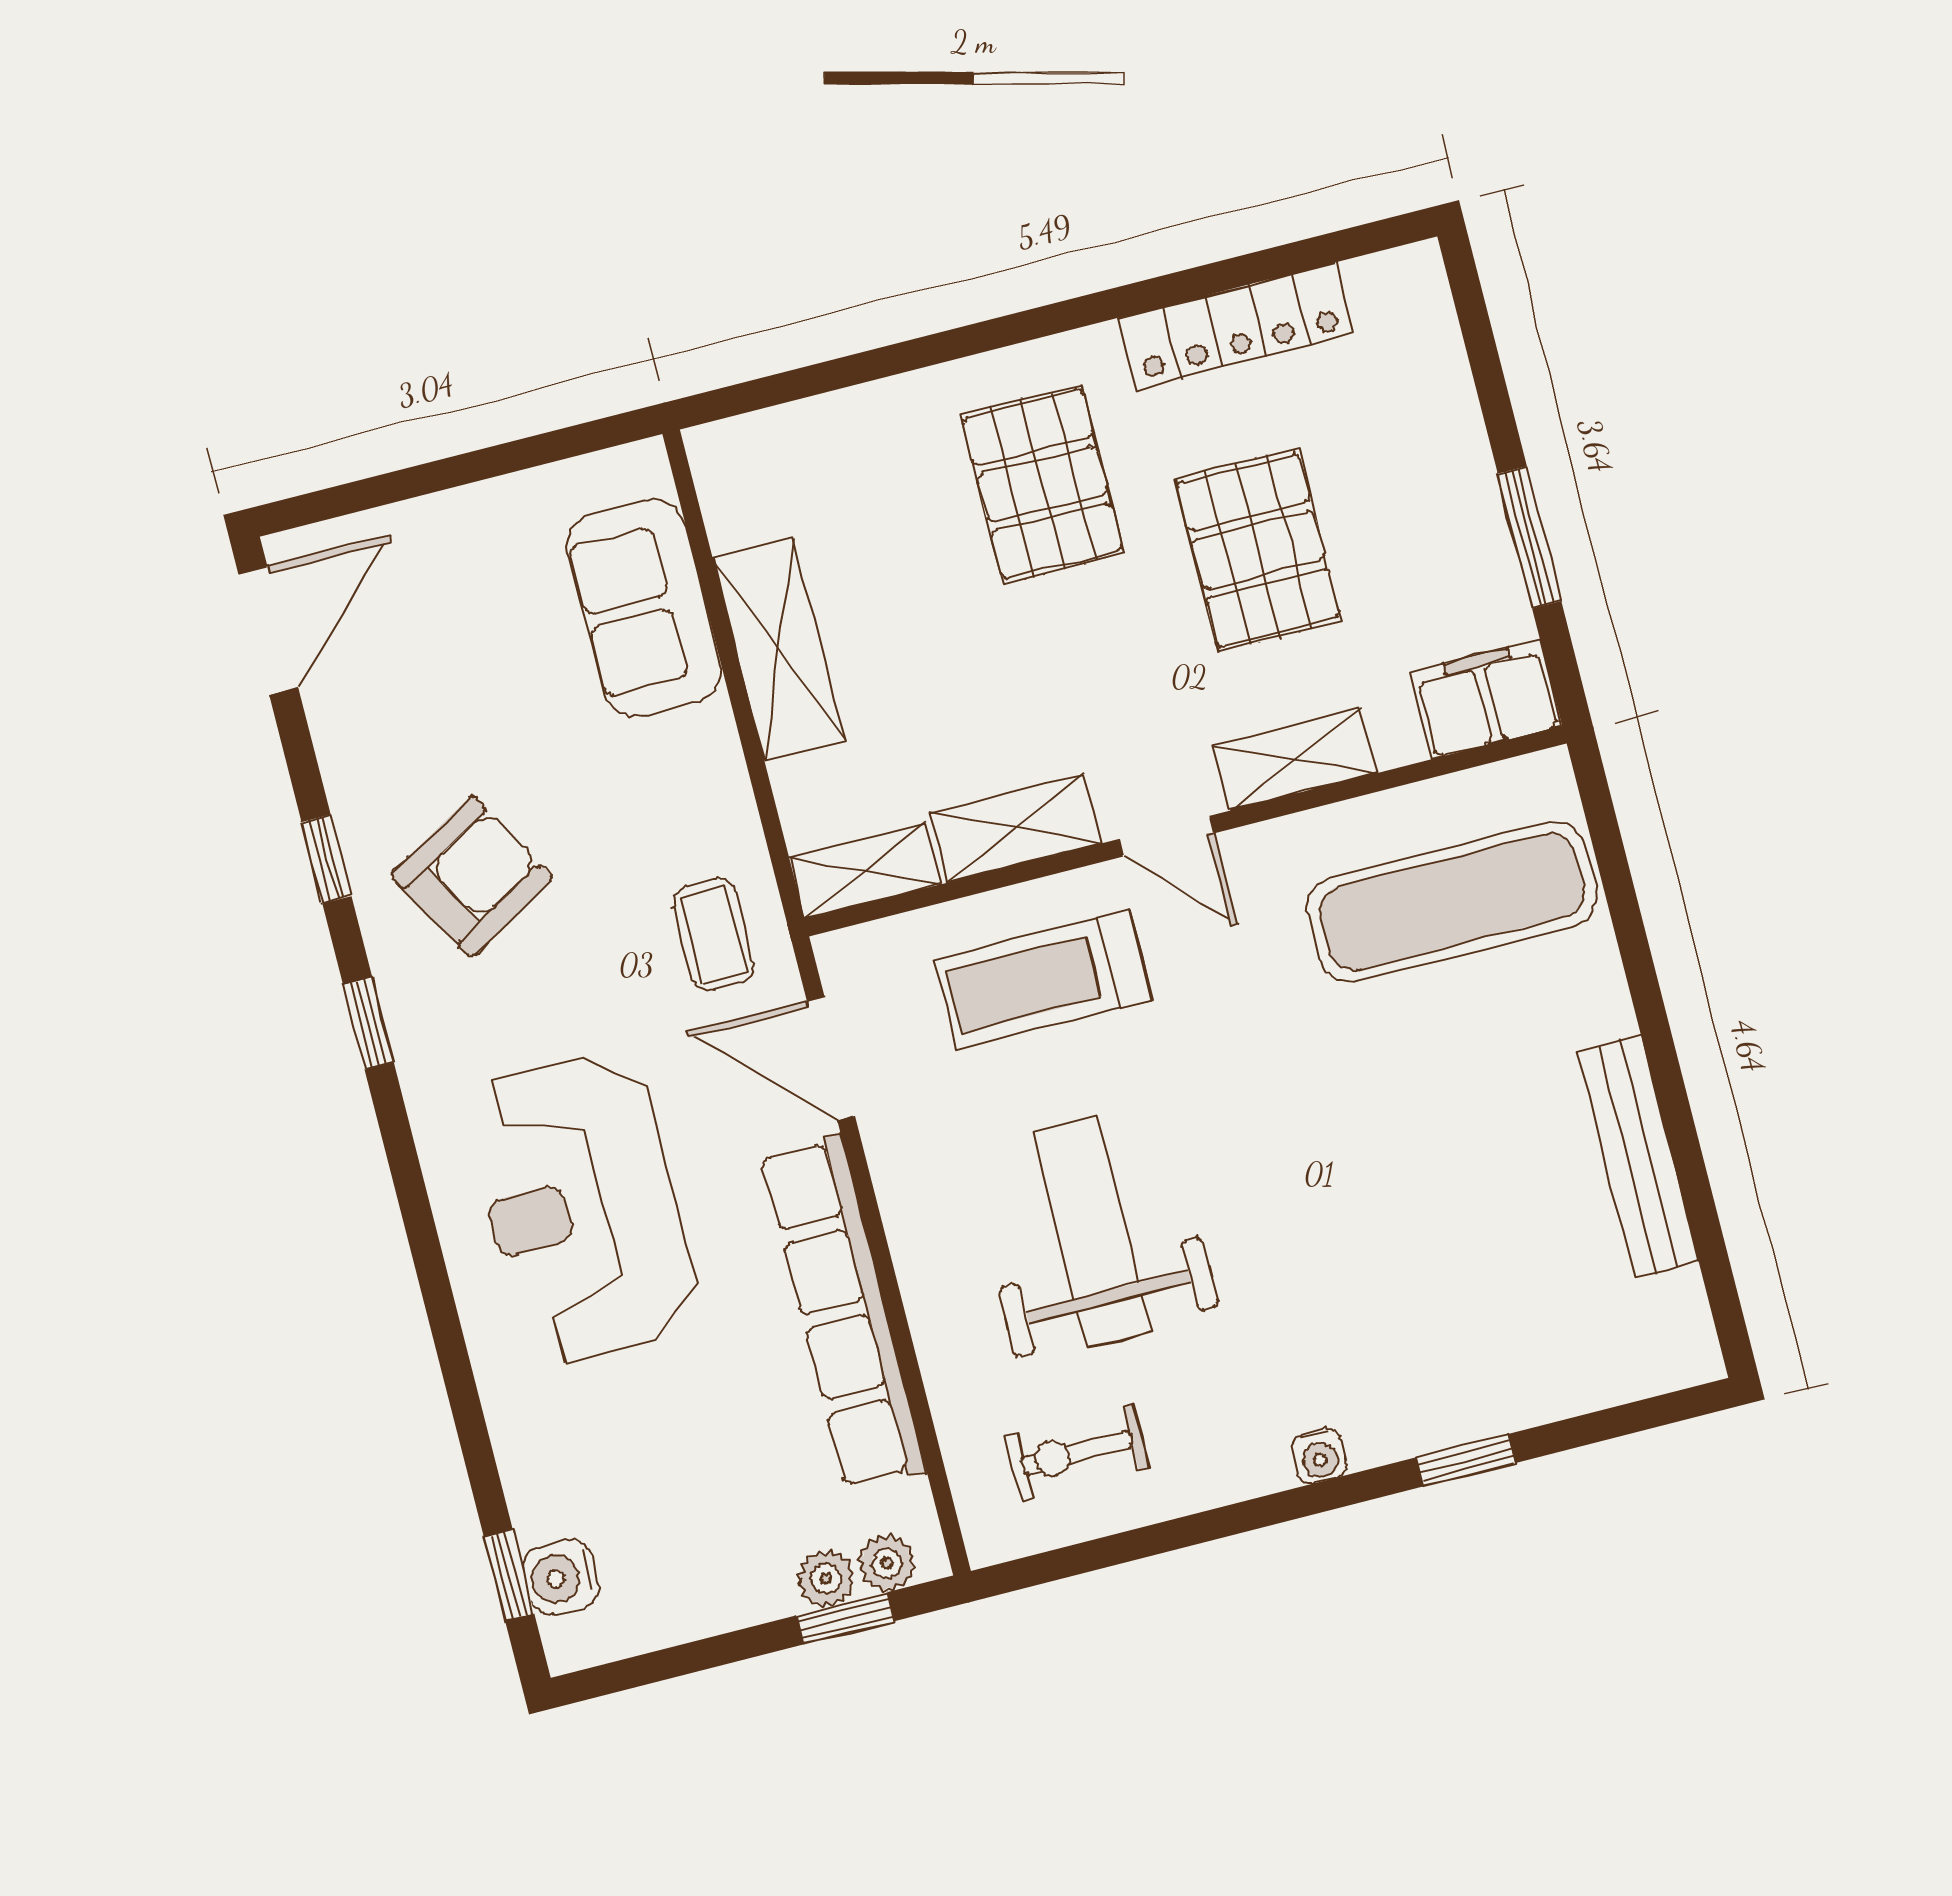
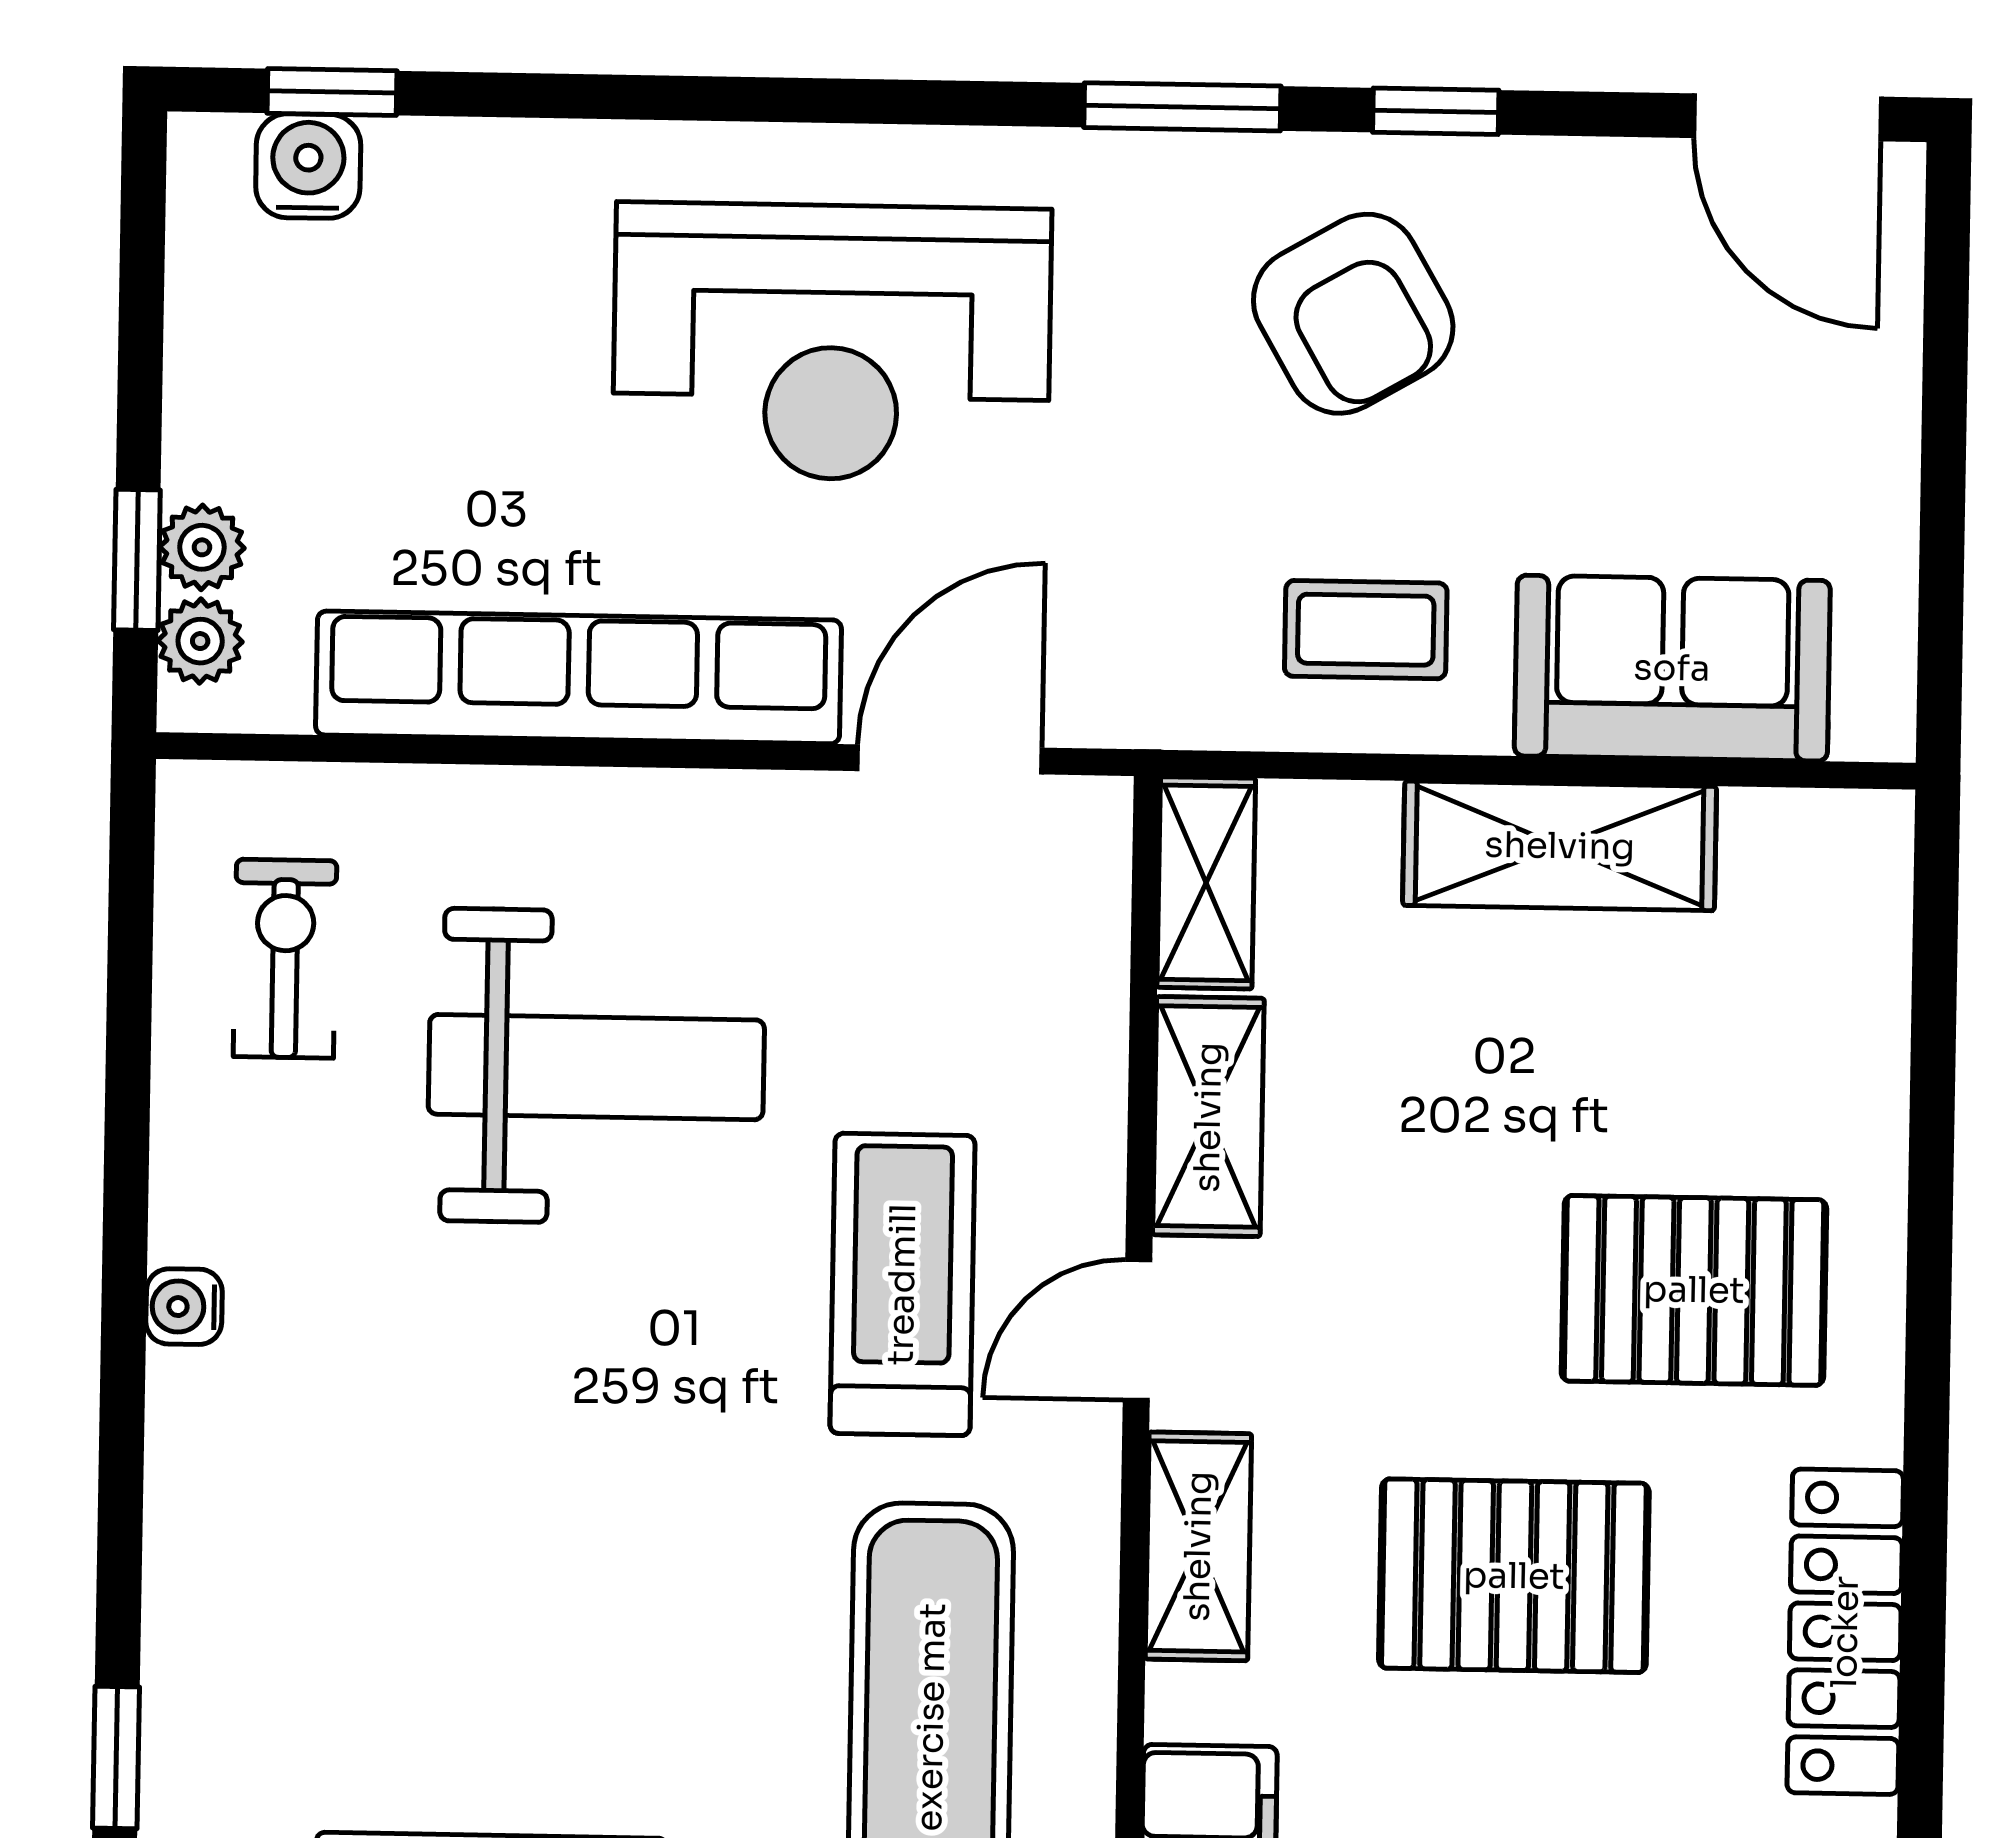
coffee table: (714, 935) -> (1366, 630), moved
treadmill: (1043, 980) -> (902, 1284), moved
window: (368, 1023) -> (1182, 107), width x1.50
reception desk: (582, 1208) -> (832, 342), turned 180
window: (1465, 1460) -> (116, 1758), moved

